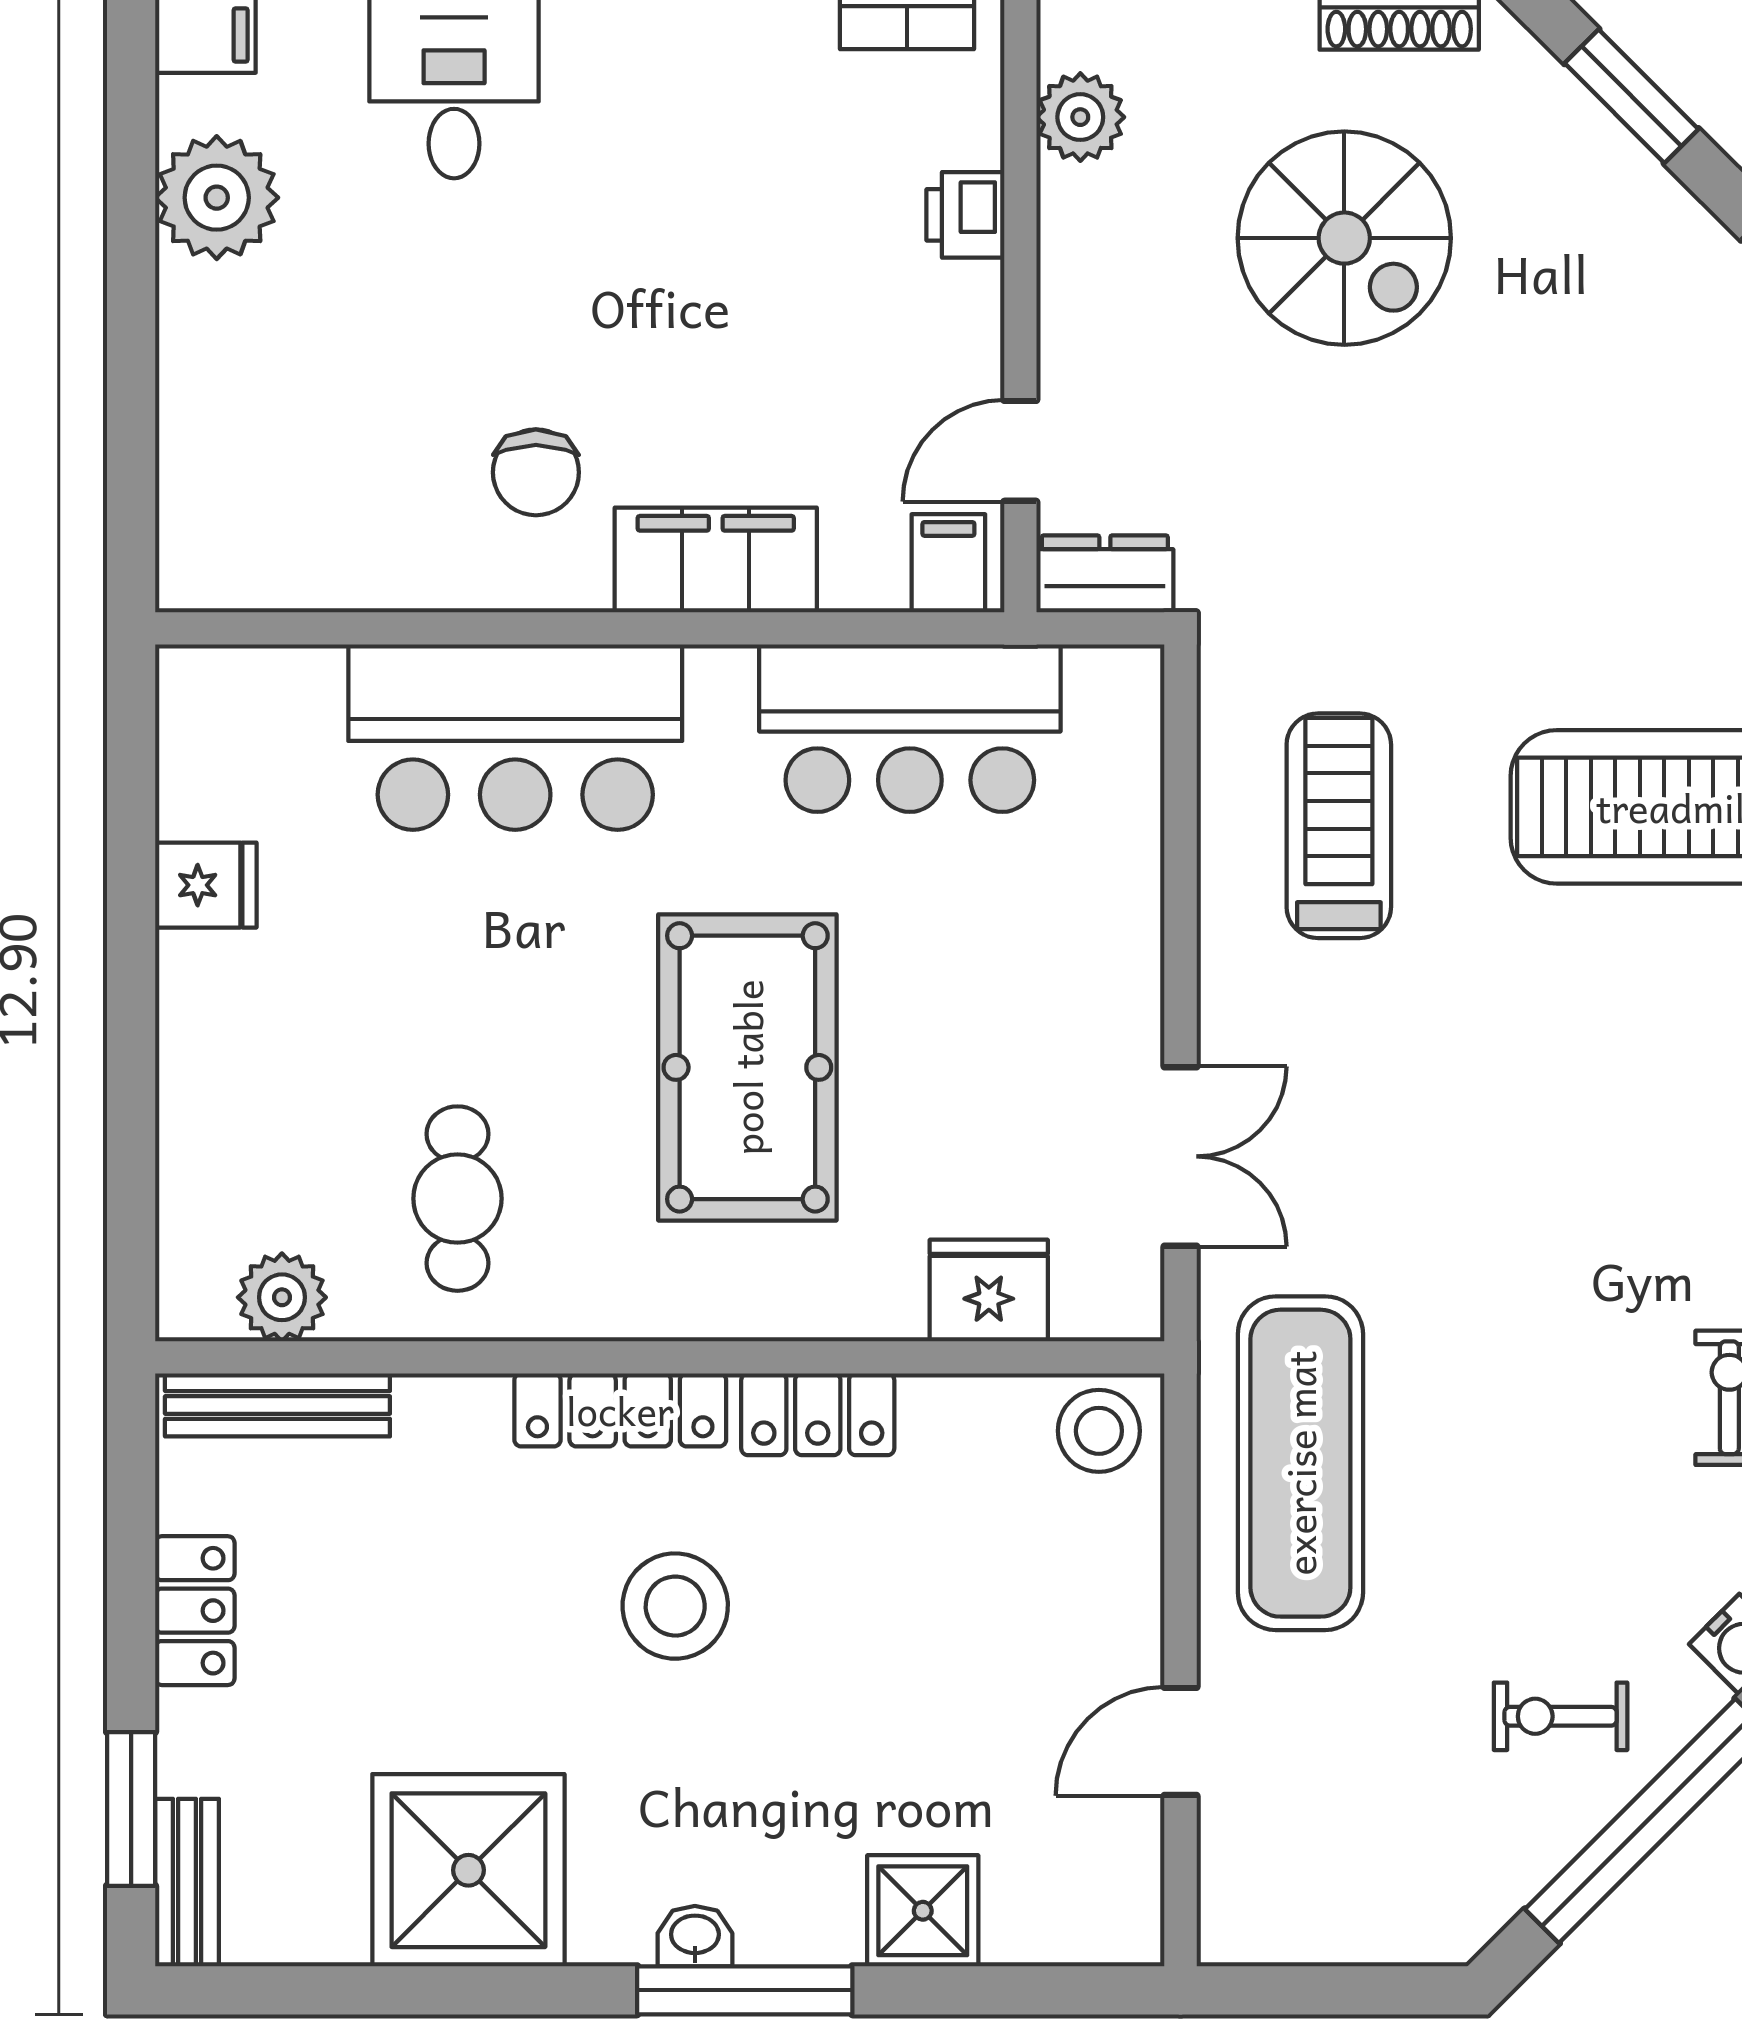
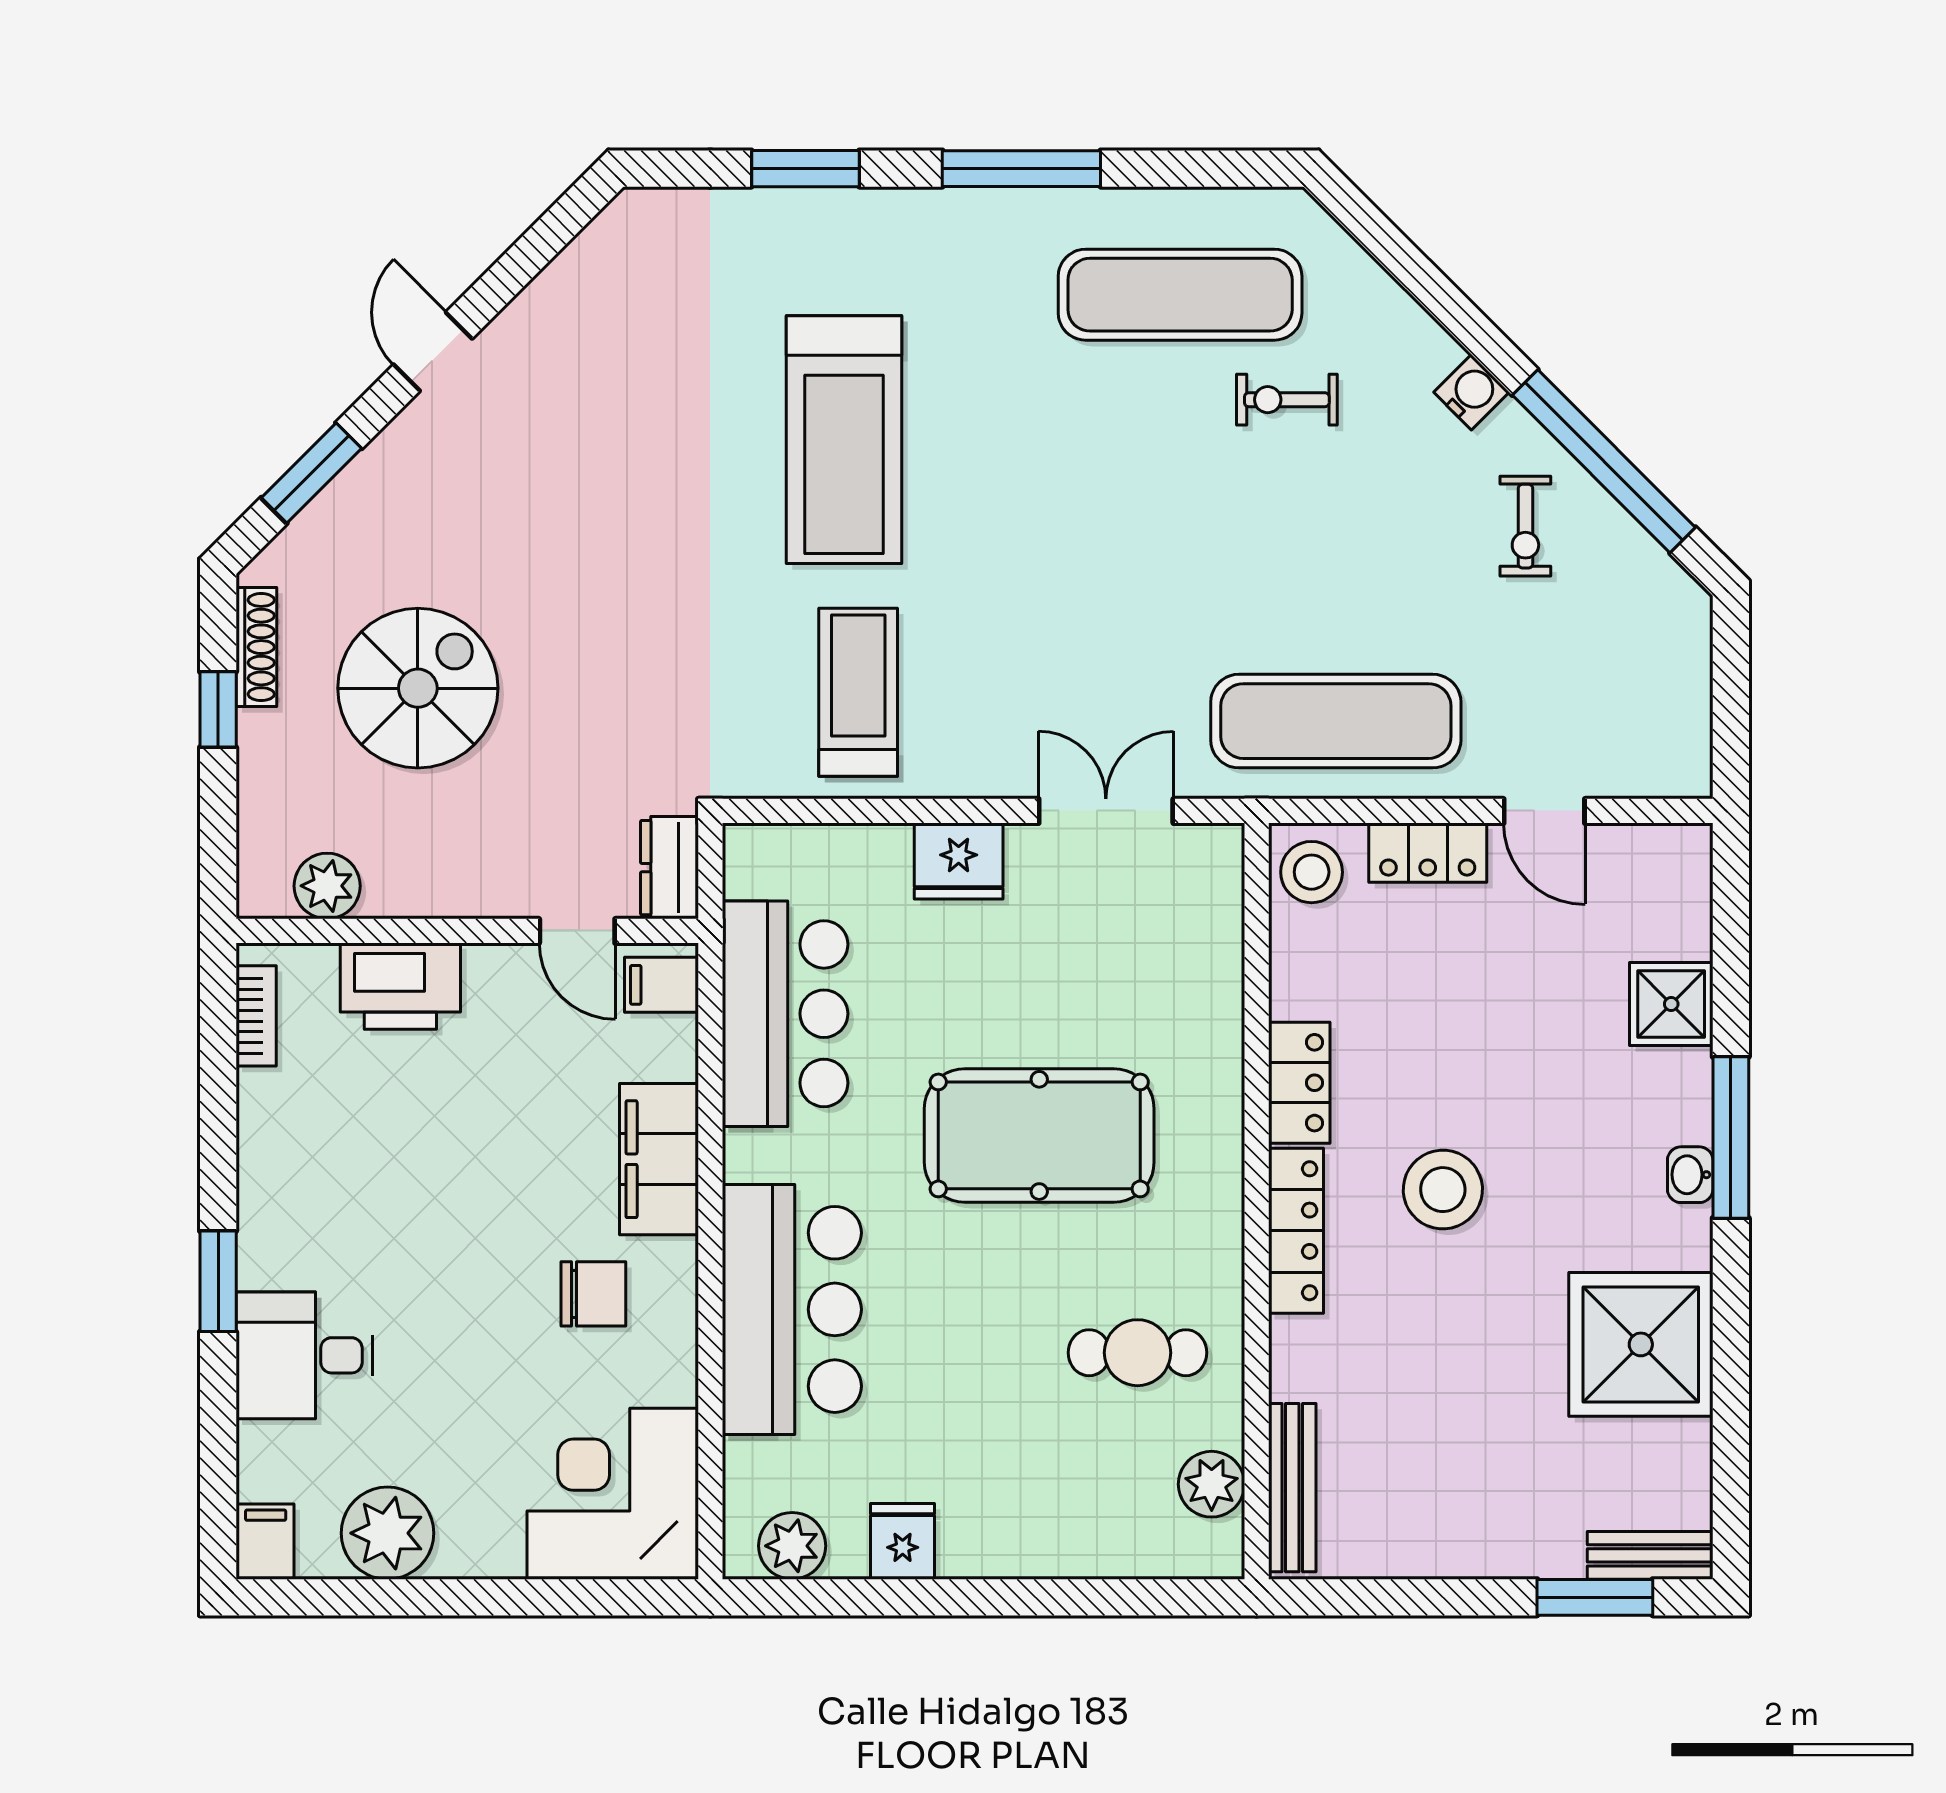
printer: (965, 215) -> (400, 986), width x1.87, depth x1.48
corner desk: (269, 498) -> (613, 1494), added
plant: (200, 738) -> (792, 1546), added
treadmill: (1339, 826) -> (858, 692), turned 90
fridge: (989, 1291) -> (959, 861), moved, turned -90
locker: (195, 1611) -> (1428, 853), moved, turned 180

